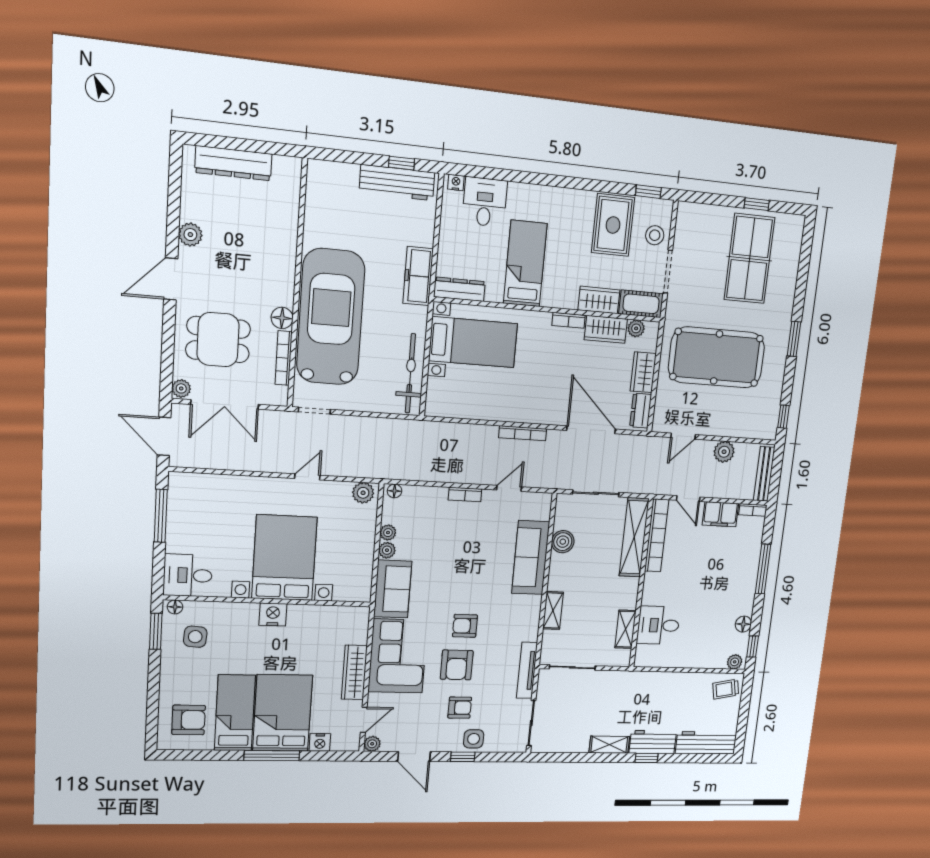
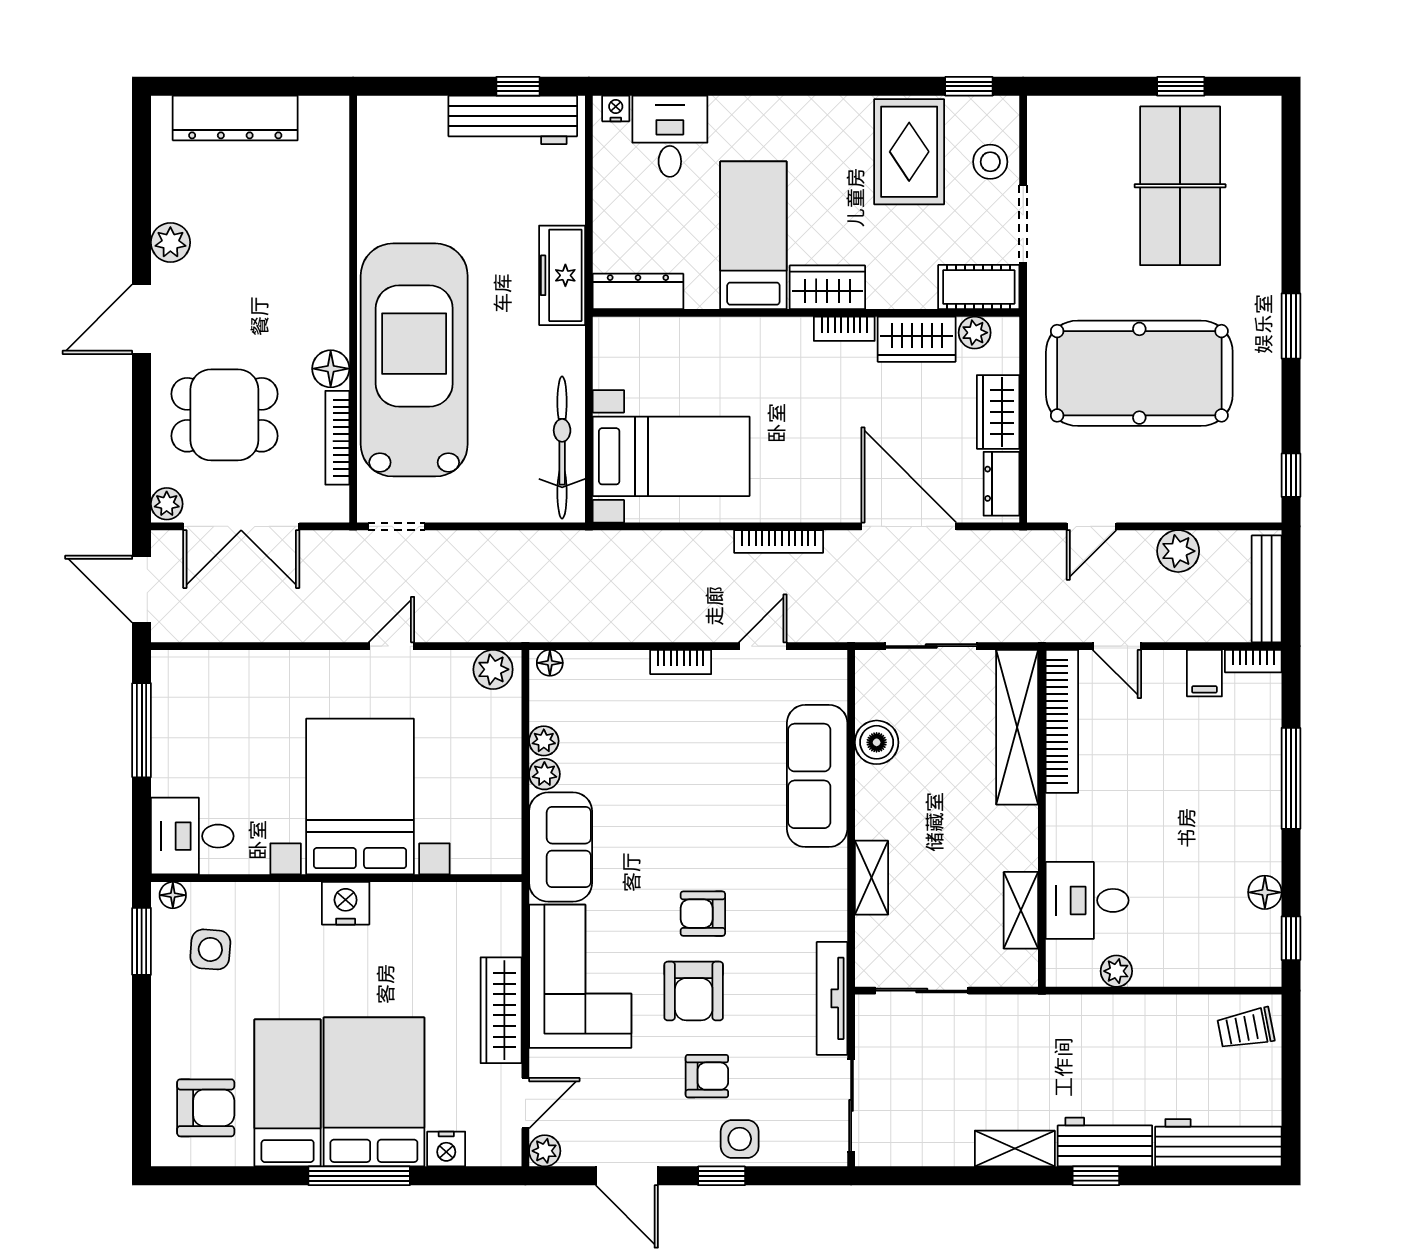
wardrobe: (599, 300) -> (827, 287), moved
bed with nightstands: (473, 342) -> (671, 456), moved
filing cabinet: (720, 514) -> (1204, 673), width x0.50
plant: (735, 662) -> (1116, 971), moved

